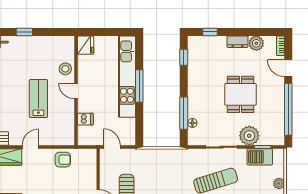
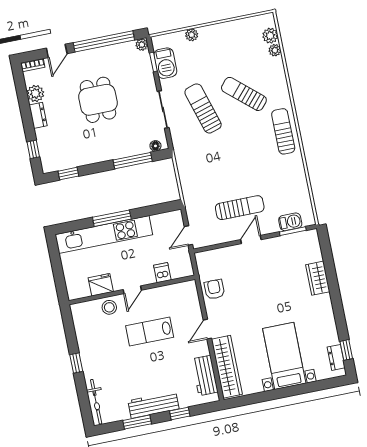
fridge: (86, 45) -> (101, 285), moved
dining table: (240, 94) -> (98, 100), turned 90
floor lamp: (192, 123) -> (155, 146), moved
plant: (249, 136) -> (142, 45), moved, width x0.53, depth x0.53
door: (31, 147) -> (207, 329), hinge flipped

